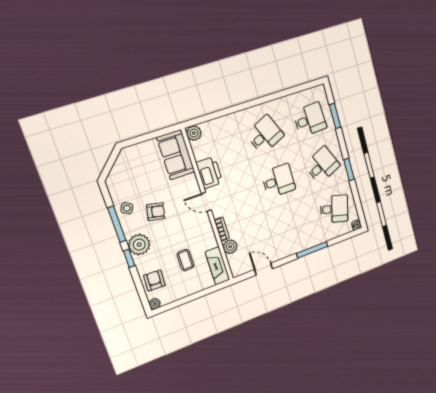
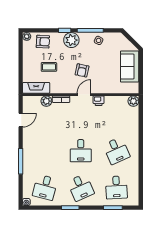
sofa: (176, 155) -> (130, 66), moved, turned -90
printer: (209, 173) -> (99, 101), width x0.53, depth x0.68
armchair: (156, 212) -> (82, 70), moved

